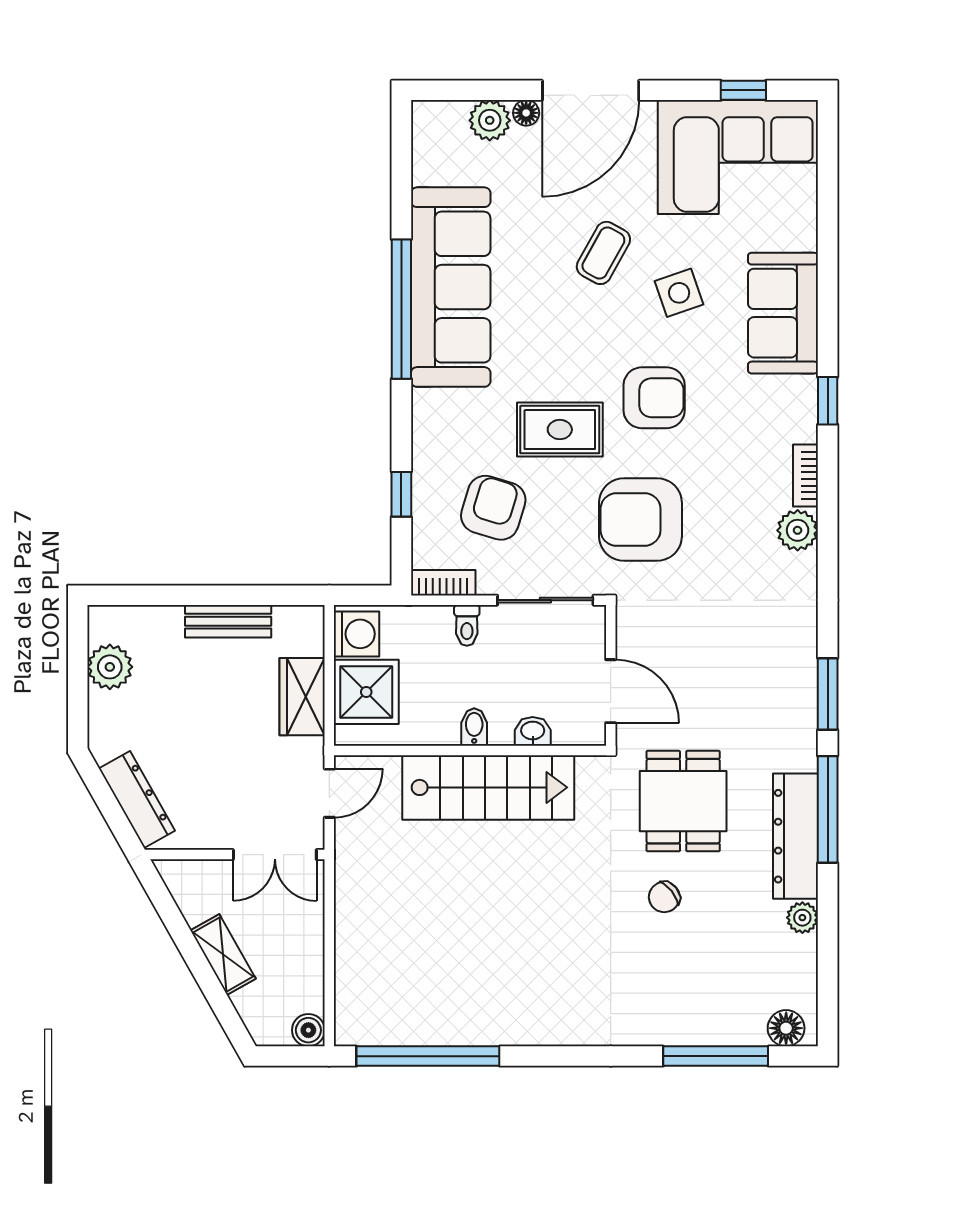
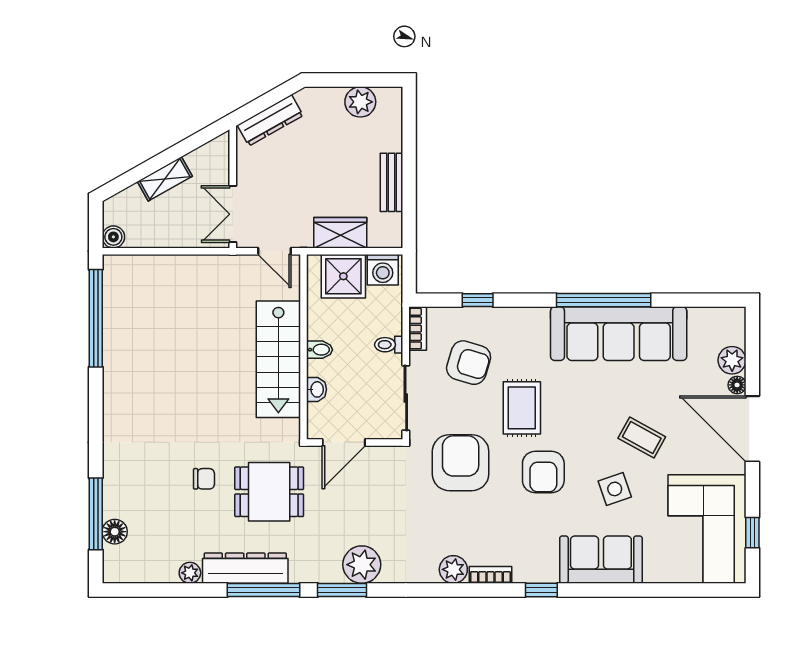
plant: (790, 665) -> (362, 565), added
chair: (664, 897) -> (204, 479), turned 128
floor lamp: (786, 1028) -> (115, 532), moved

